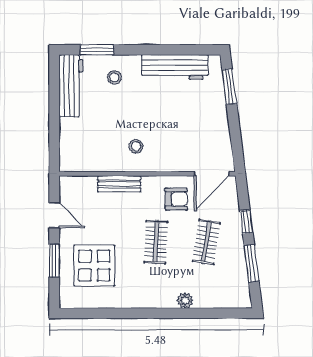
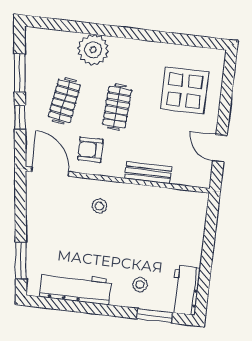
workbench: (71, 86) -> (185, 290), width x0.73
stool: (136, 146) -> (99, 206), moved
door: (212, 174) -> (50, 172), hinge flipped
window: (54, 261) -> (226, 100), removed
plant: (185, 301) -> (93, 50), width x1.88, depth x1.88

